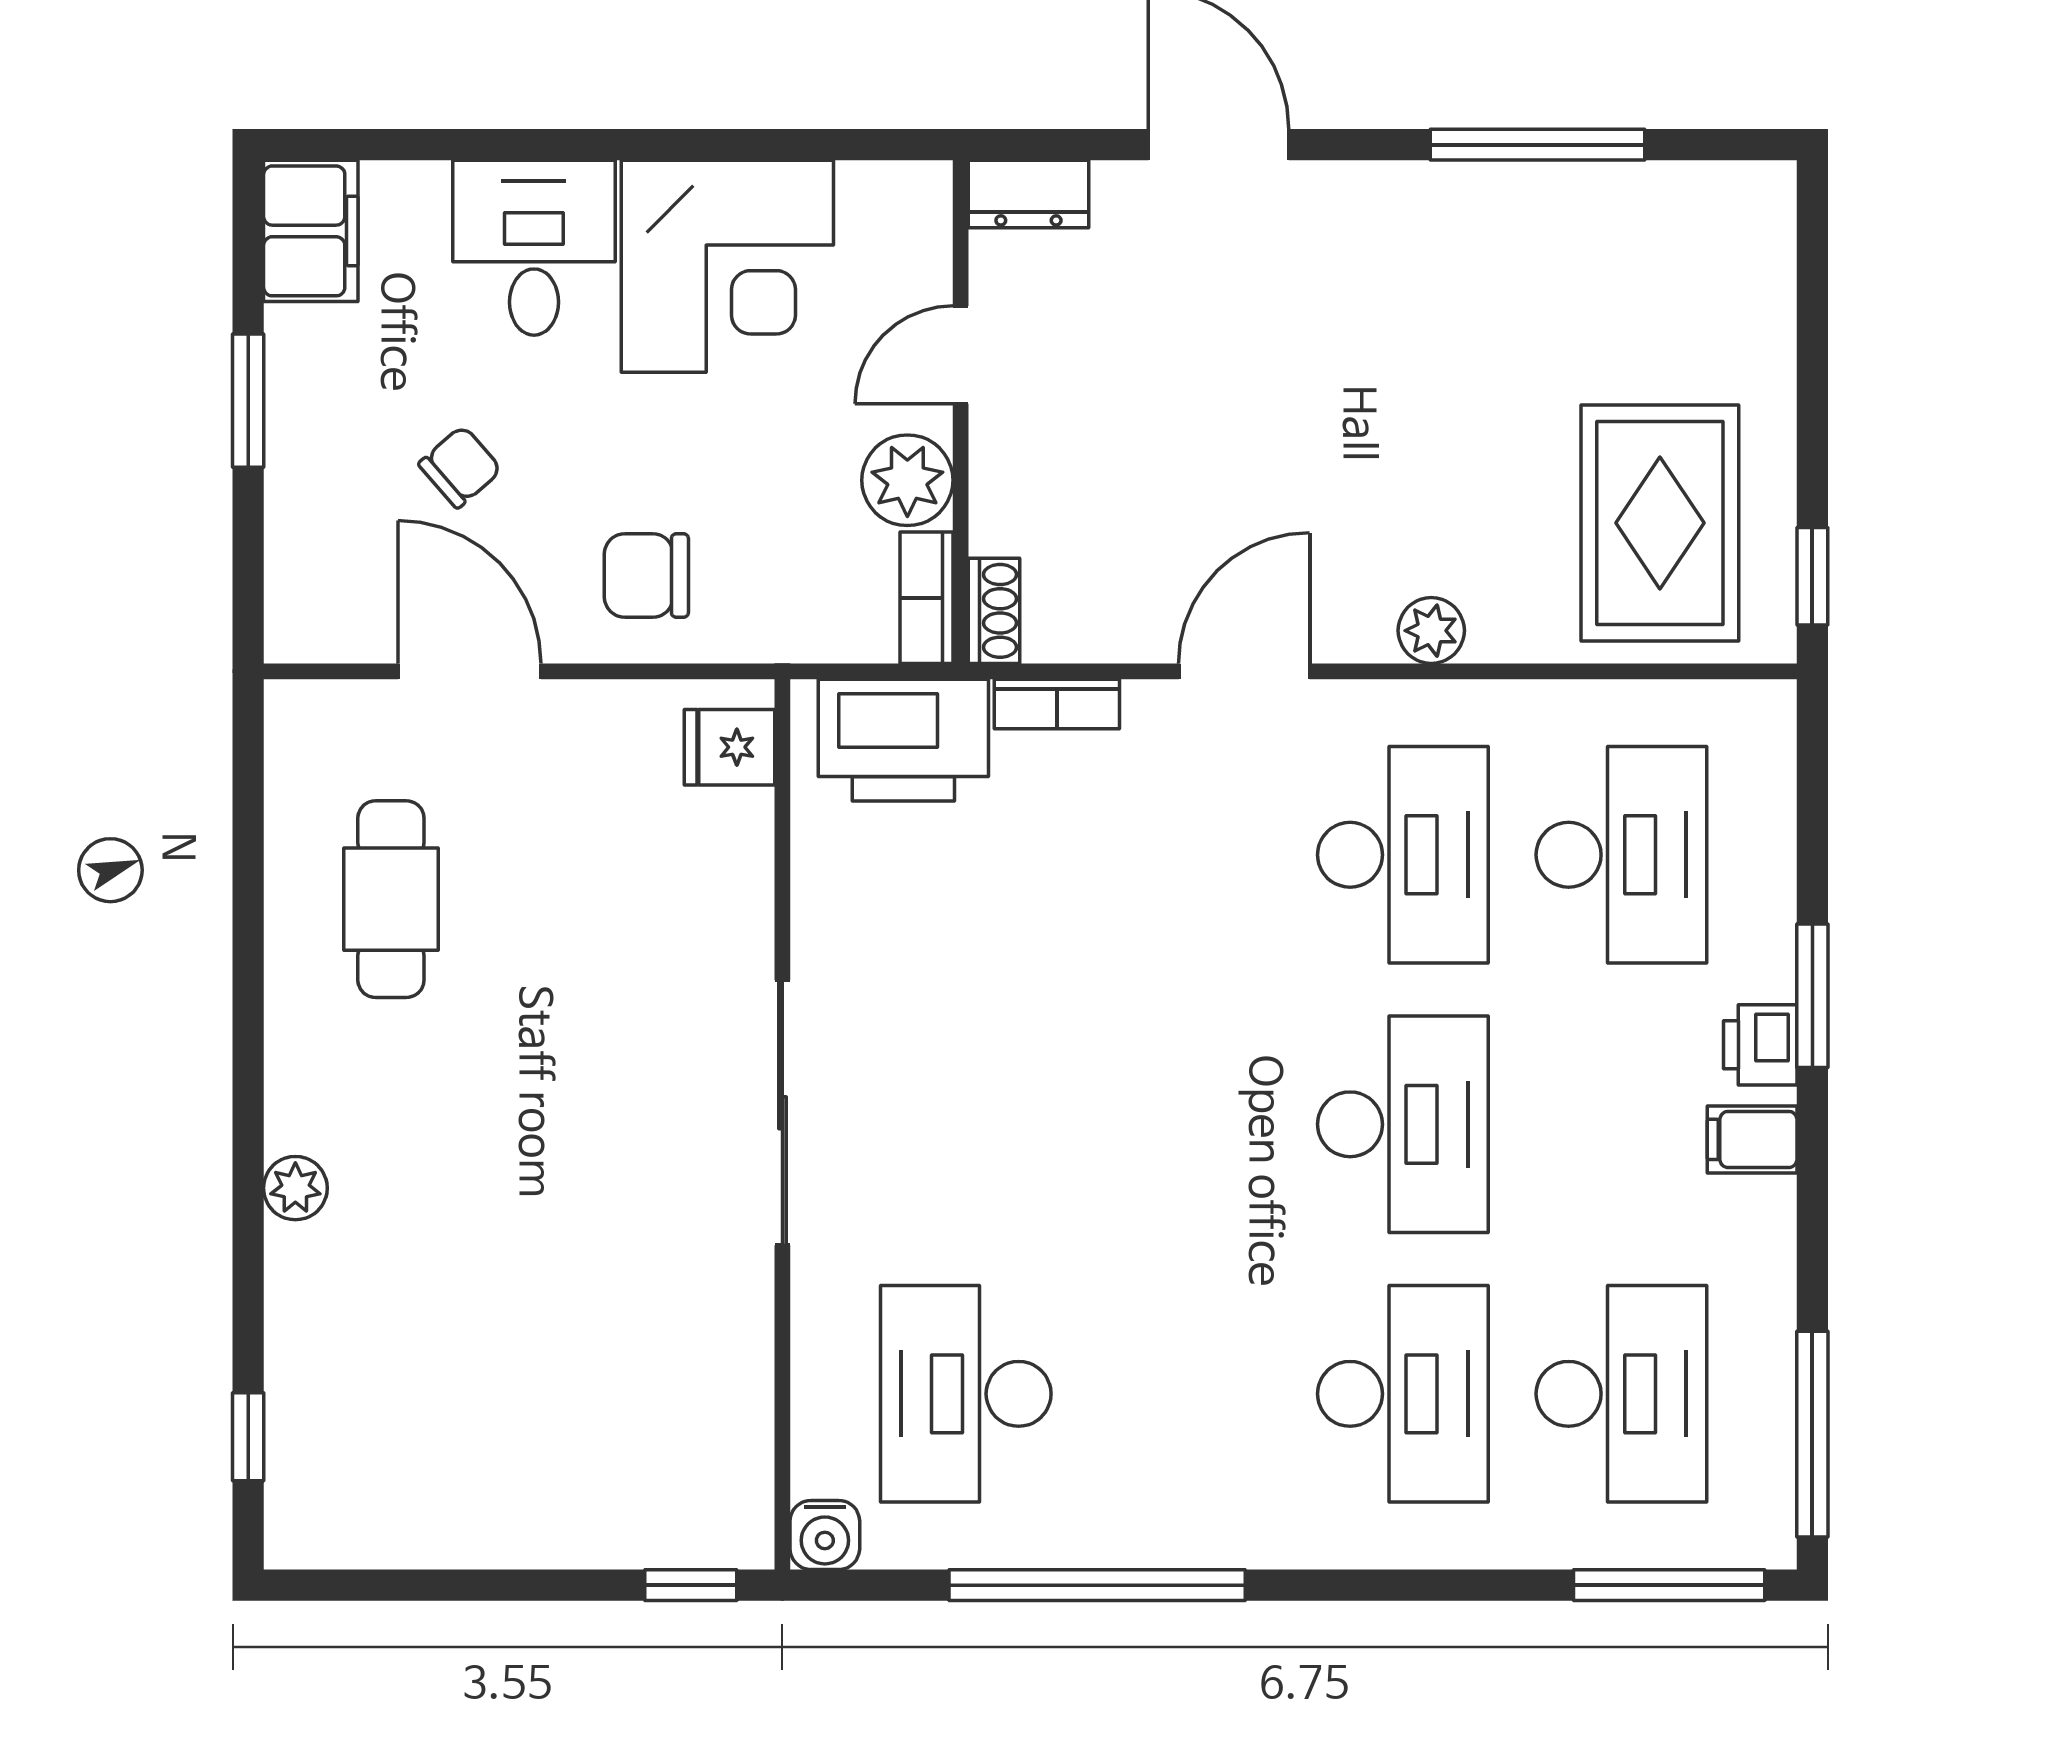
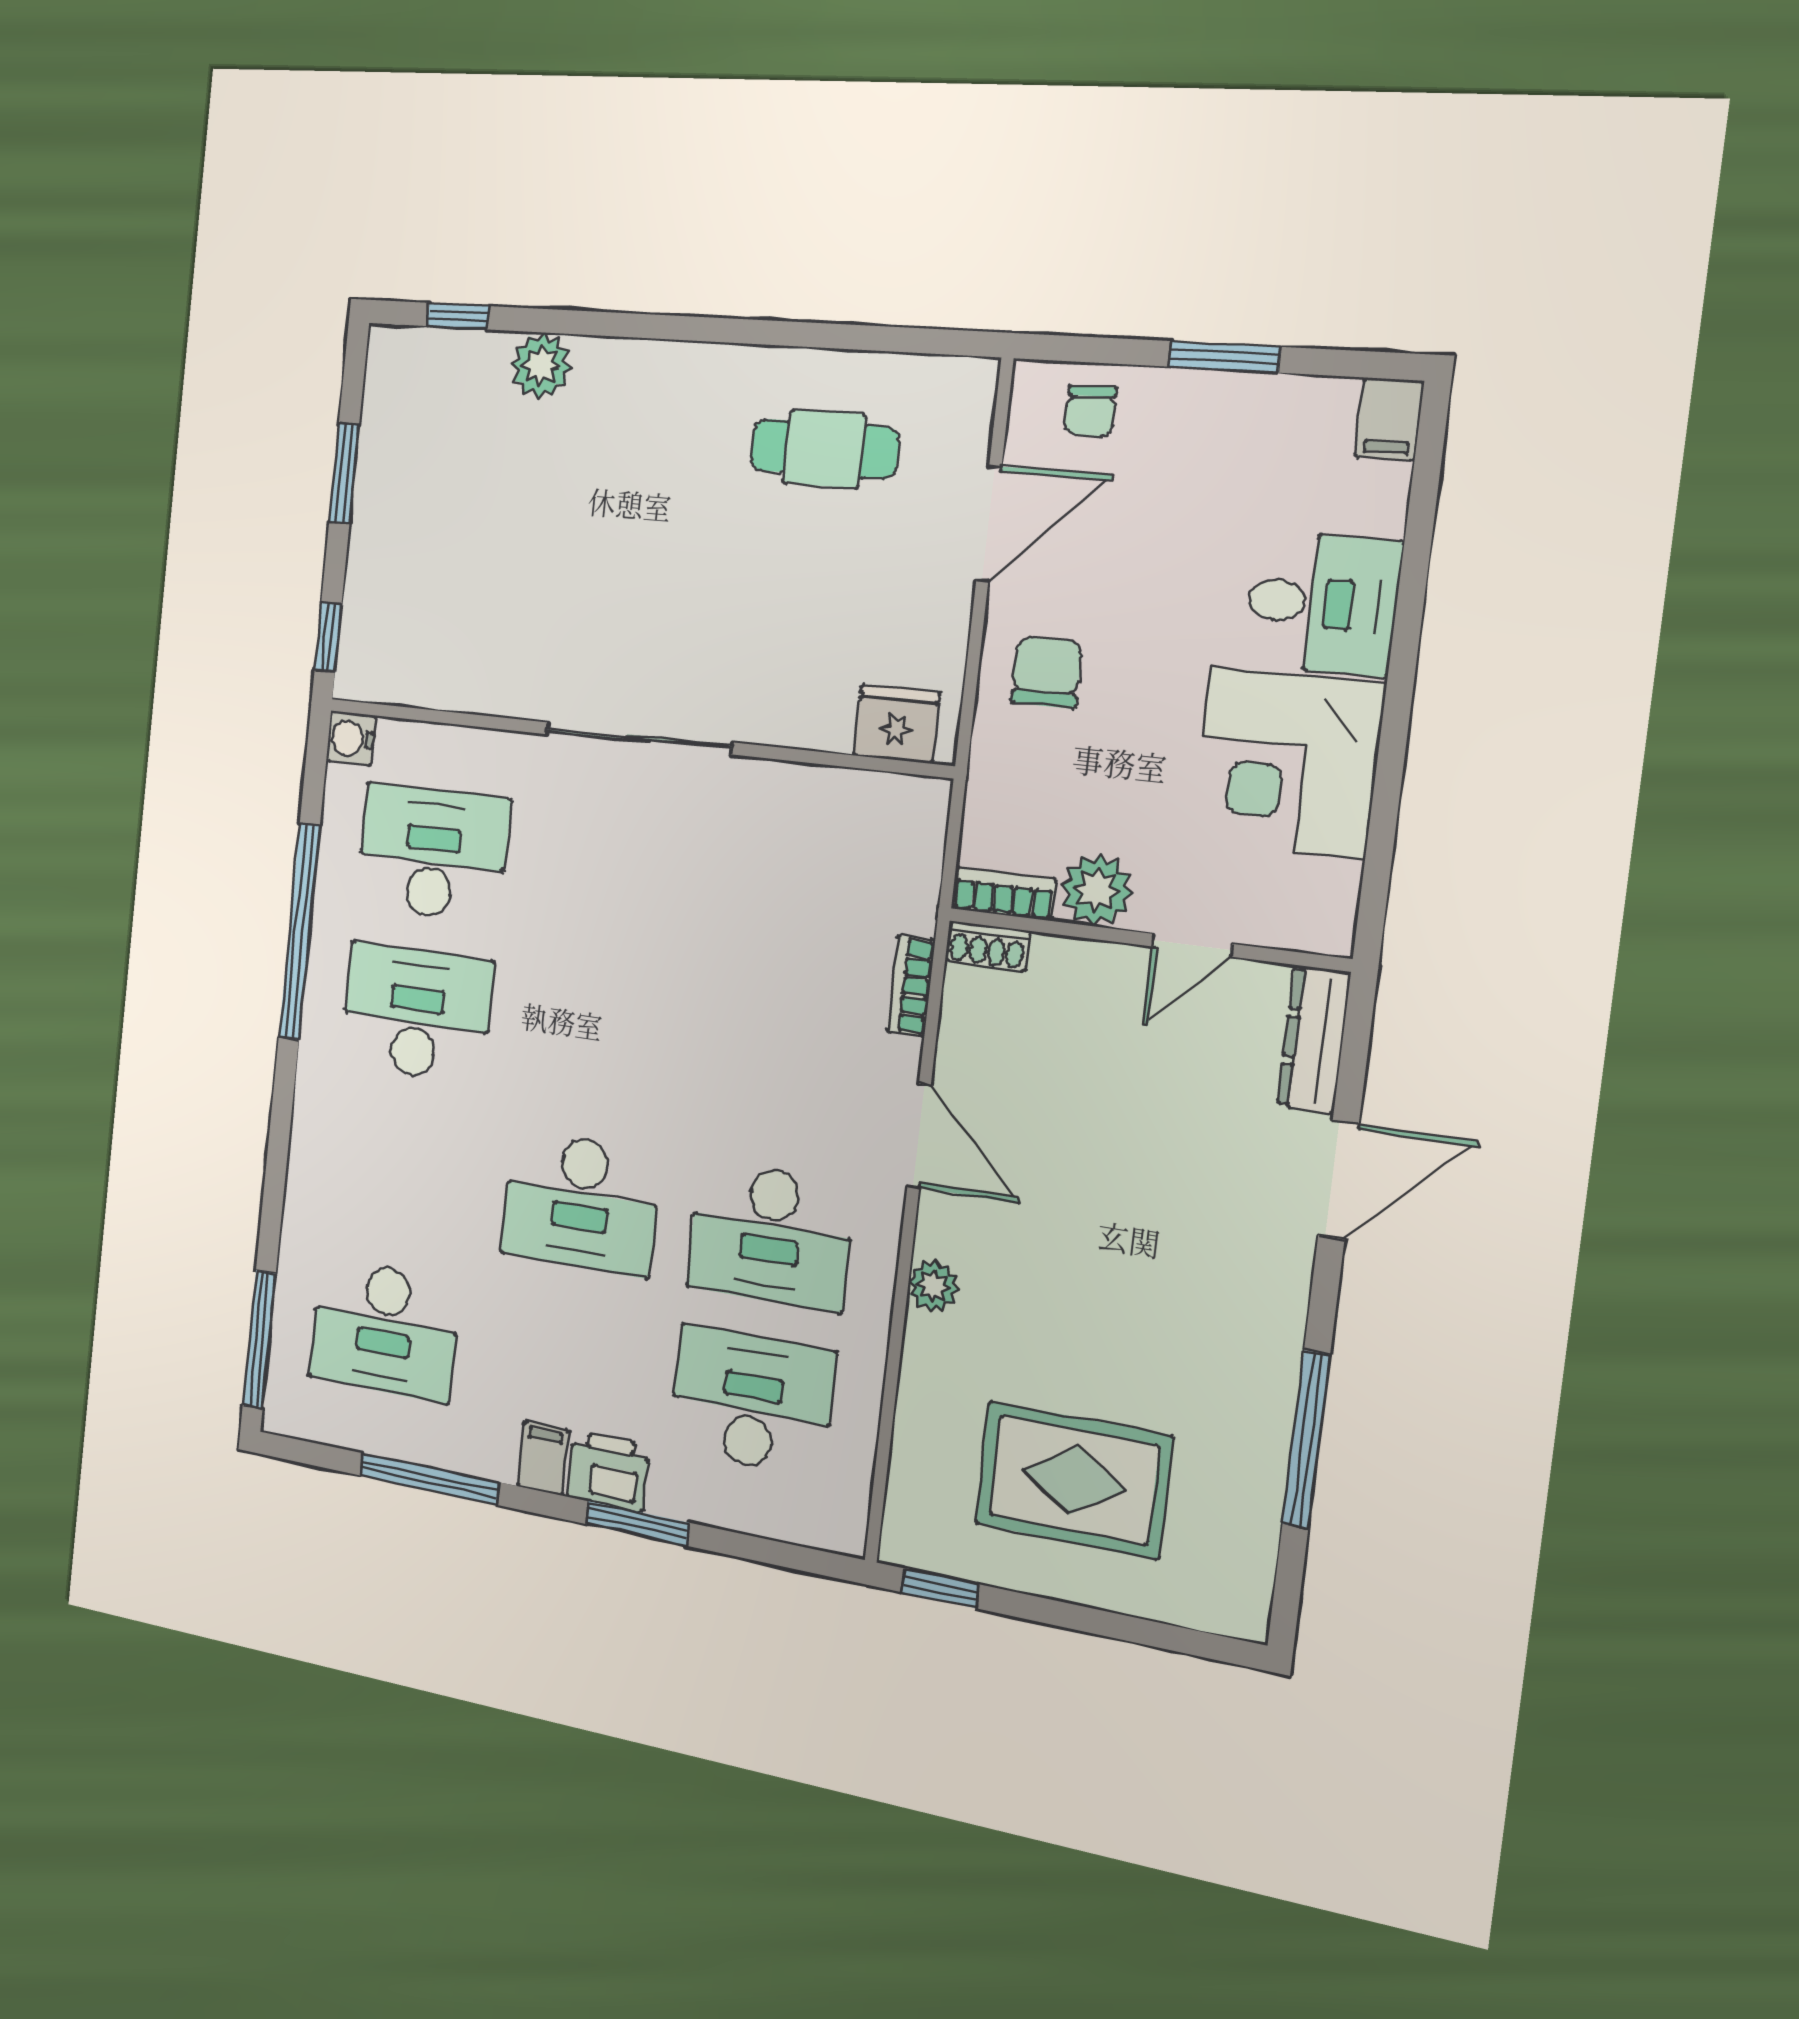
dresser: (1028, 194) -> (1314, 1039), width x1.44
filing cabinet: (311, 231) -> (1389, 419), width x0.50
door: (961, 355) -> (1192, 945), swing flipped
chair: (460, 467) -> (1090, 411), moved, turned 41
rug: (1660, 523) -> (1073, 1480), moved
printer: (903, 740) -> (898, 862), removed
fridge: (730, 747) -> (897, 724), width x1.38
desk: (1621, 855) -> (752, 1401), turned 180
printer: (1760, 1045) -> (608, 1471), width x1.36, depth x1.24
plant: (295, 1188) -> (541, 366), moved, width x1.38, depth x1.38
desk: (1403, 1394) -> (416, 1013), moved, turned 180
window: (1812, 1434) -> (429, 1479), moved
window: (468, 1585) -> (344, 473), added

